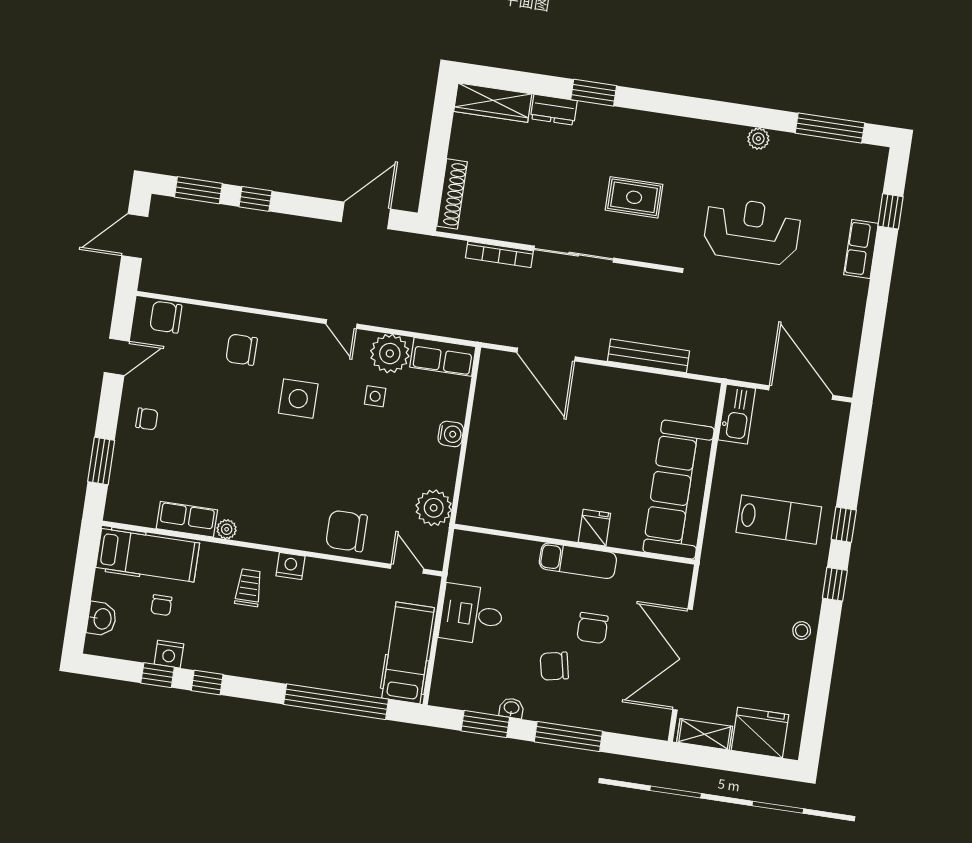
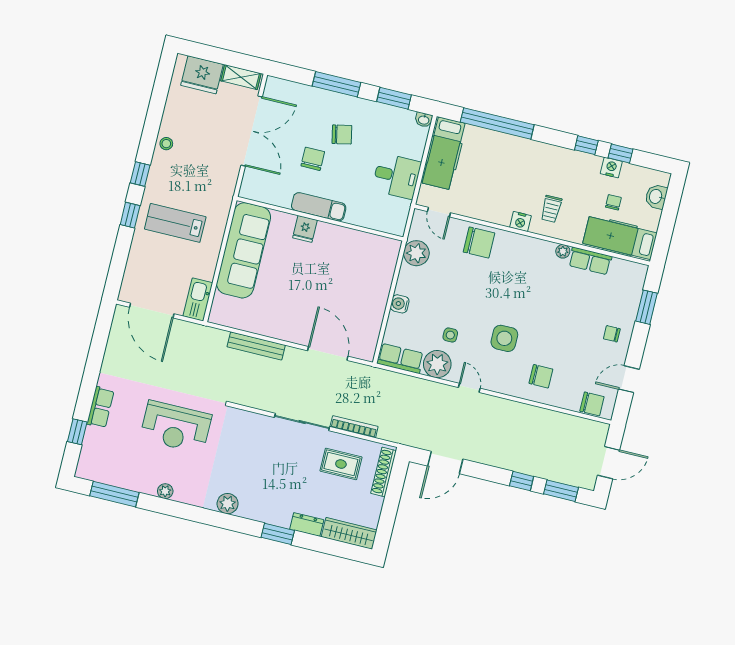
plant: (669, 129) -> (228, 504), added
rug: (634, 197) -> (341, 464), moved
washbasin: (511, 708) -> (424, 120), moved

